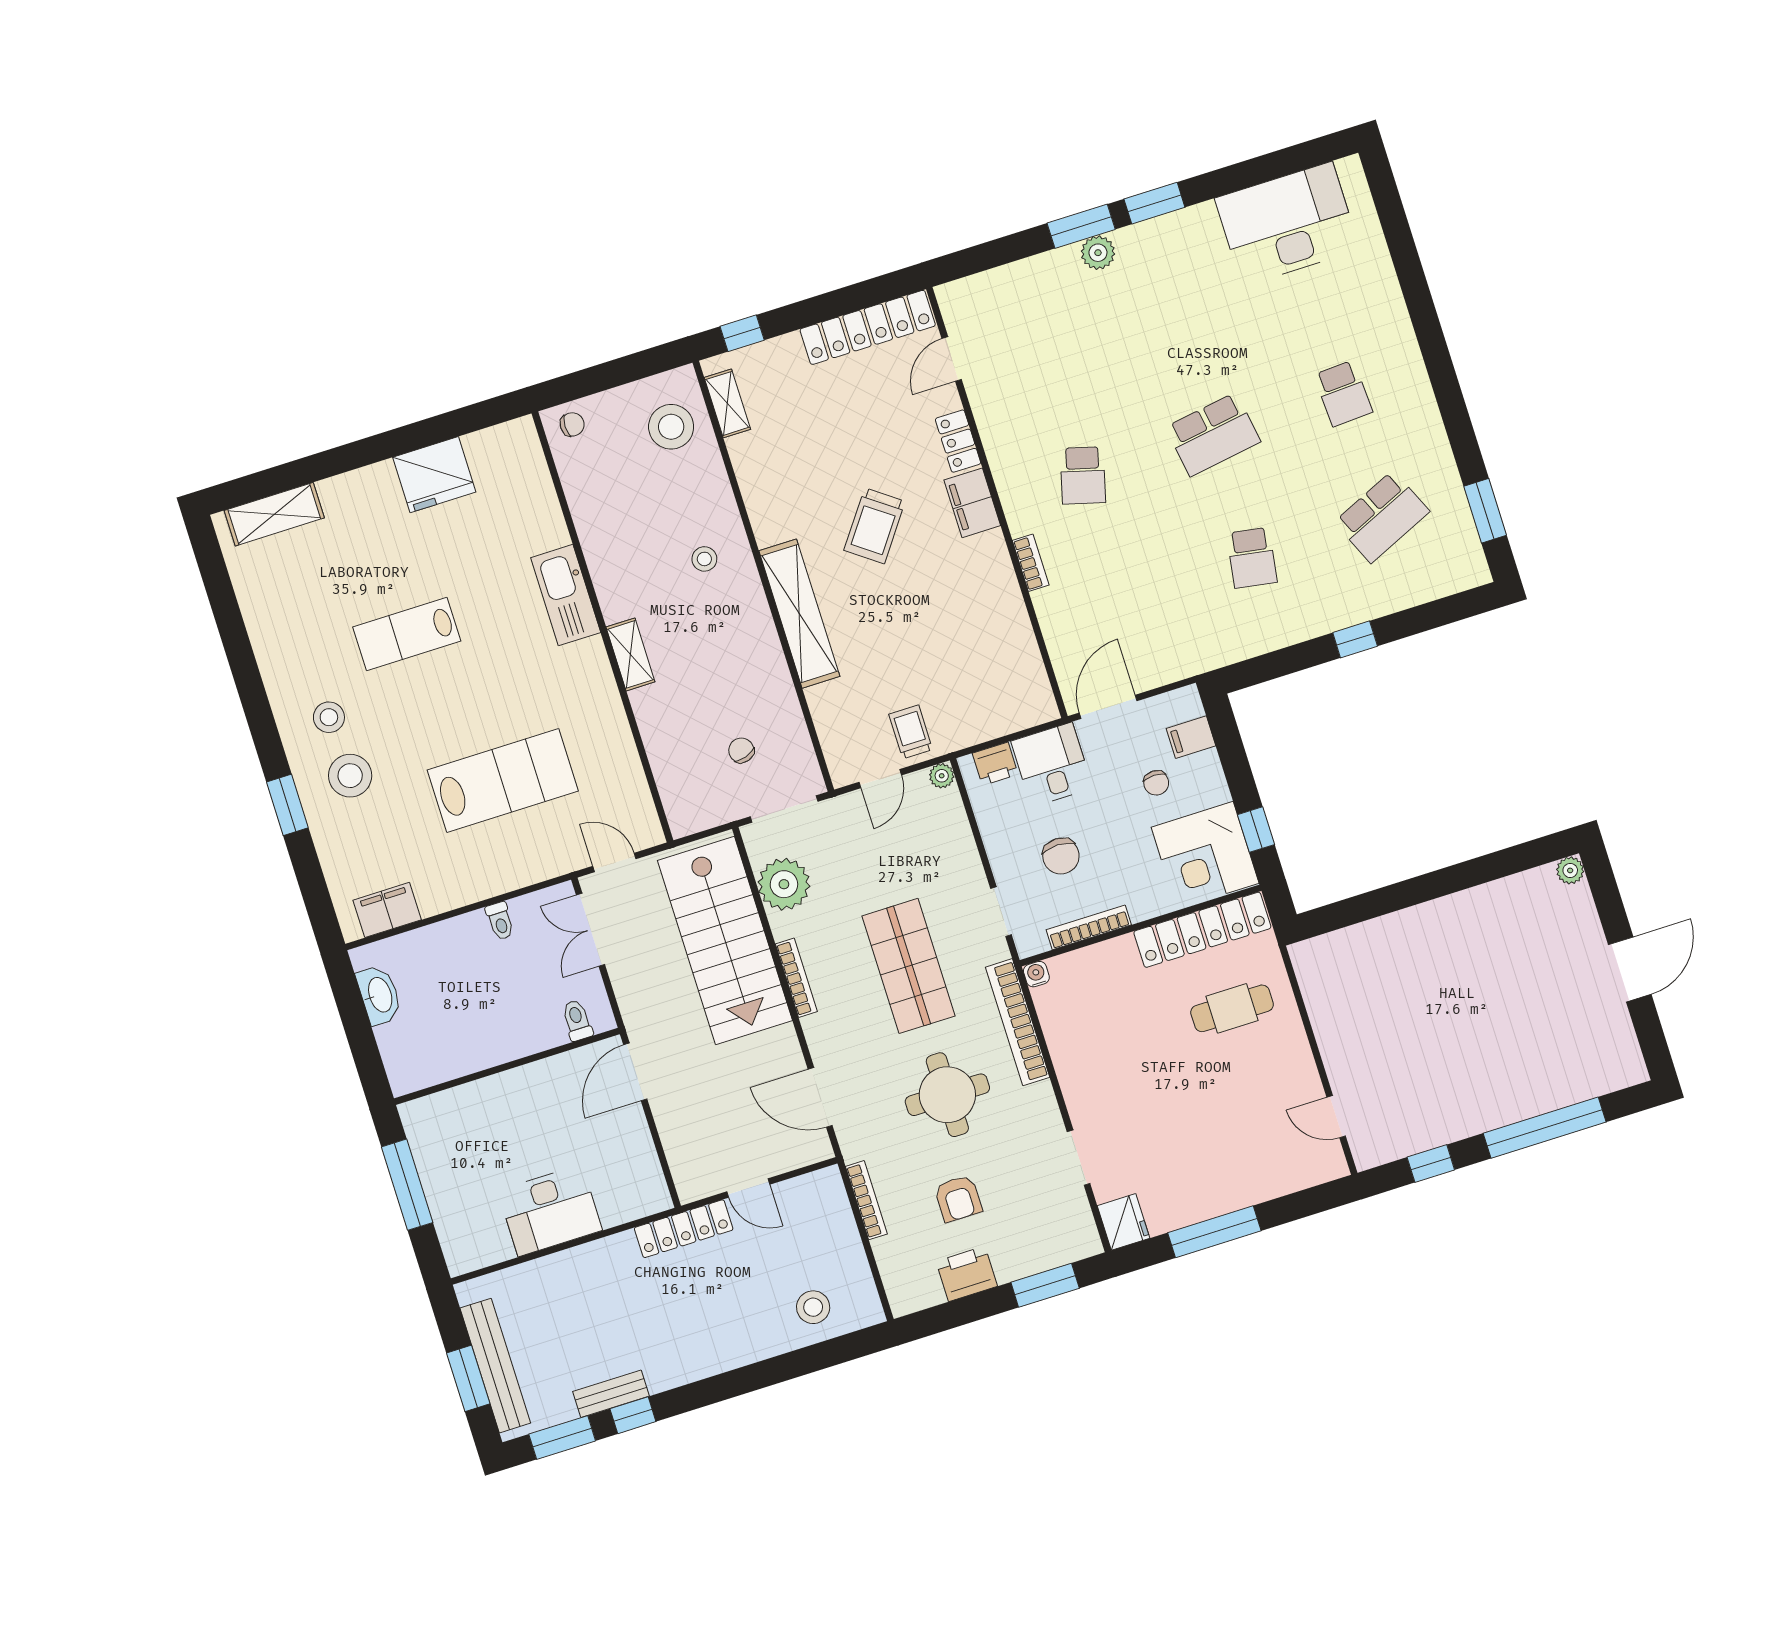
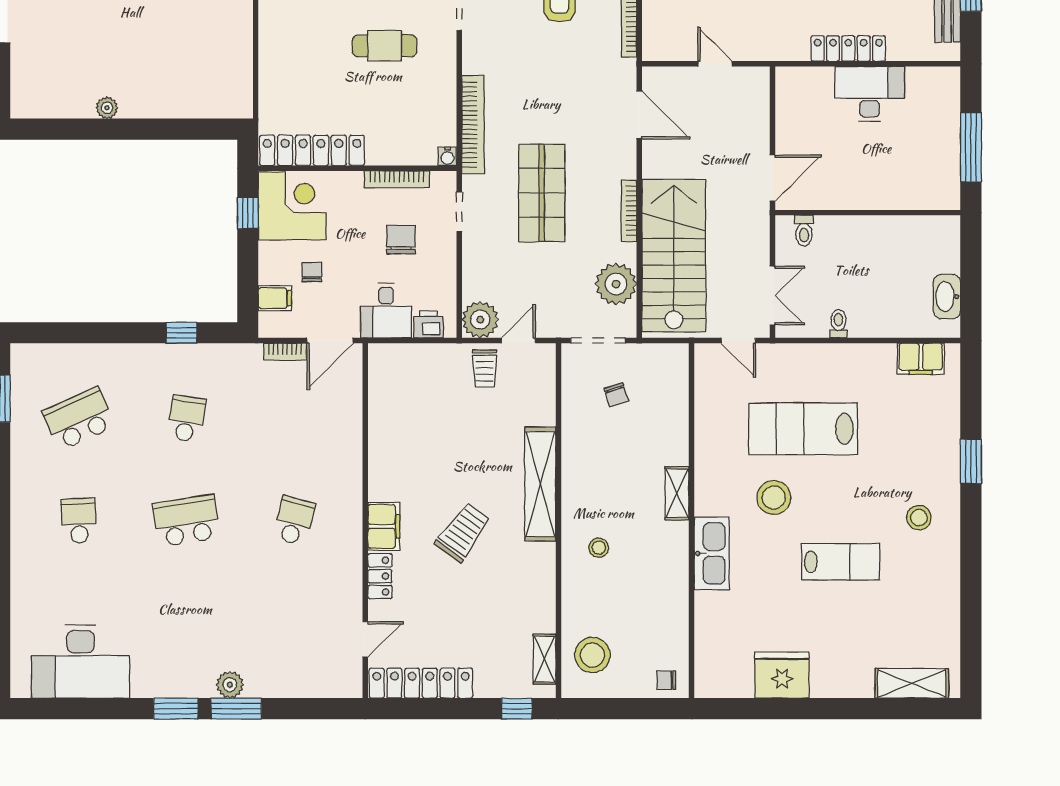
bookcase: (1031, 563) -> (285, 352), moved, turned -90
window: (1355, 639) -> (181, 333), moved
stool: (350, 776) -> (774, 498), moved
plant: (942, 776) -> (480, 320), width x1.87, depth x1.87
plant: (1570, 870) -> (107, 108), moved
cafe table: (1232, 1008) -> (385, 46), moved
round table: (947, 1095) -> (543, 87), removed
locker: (684, 1229) -> (848, 49), moved

